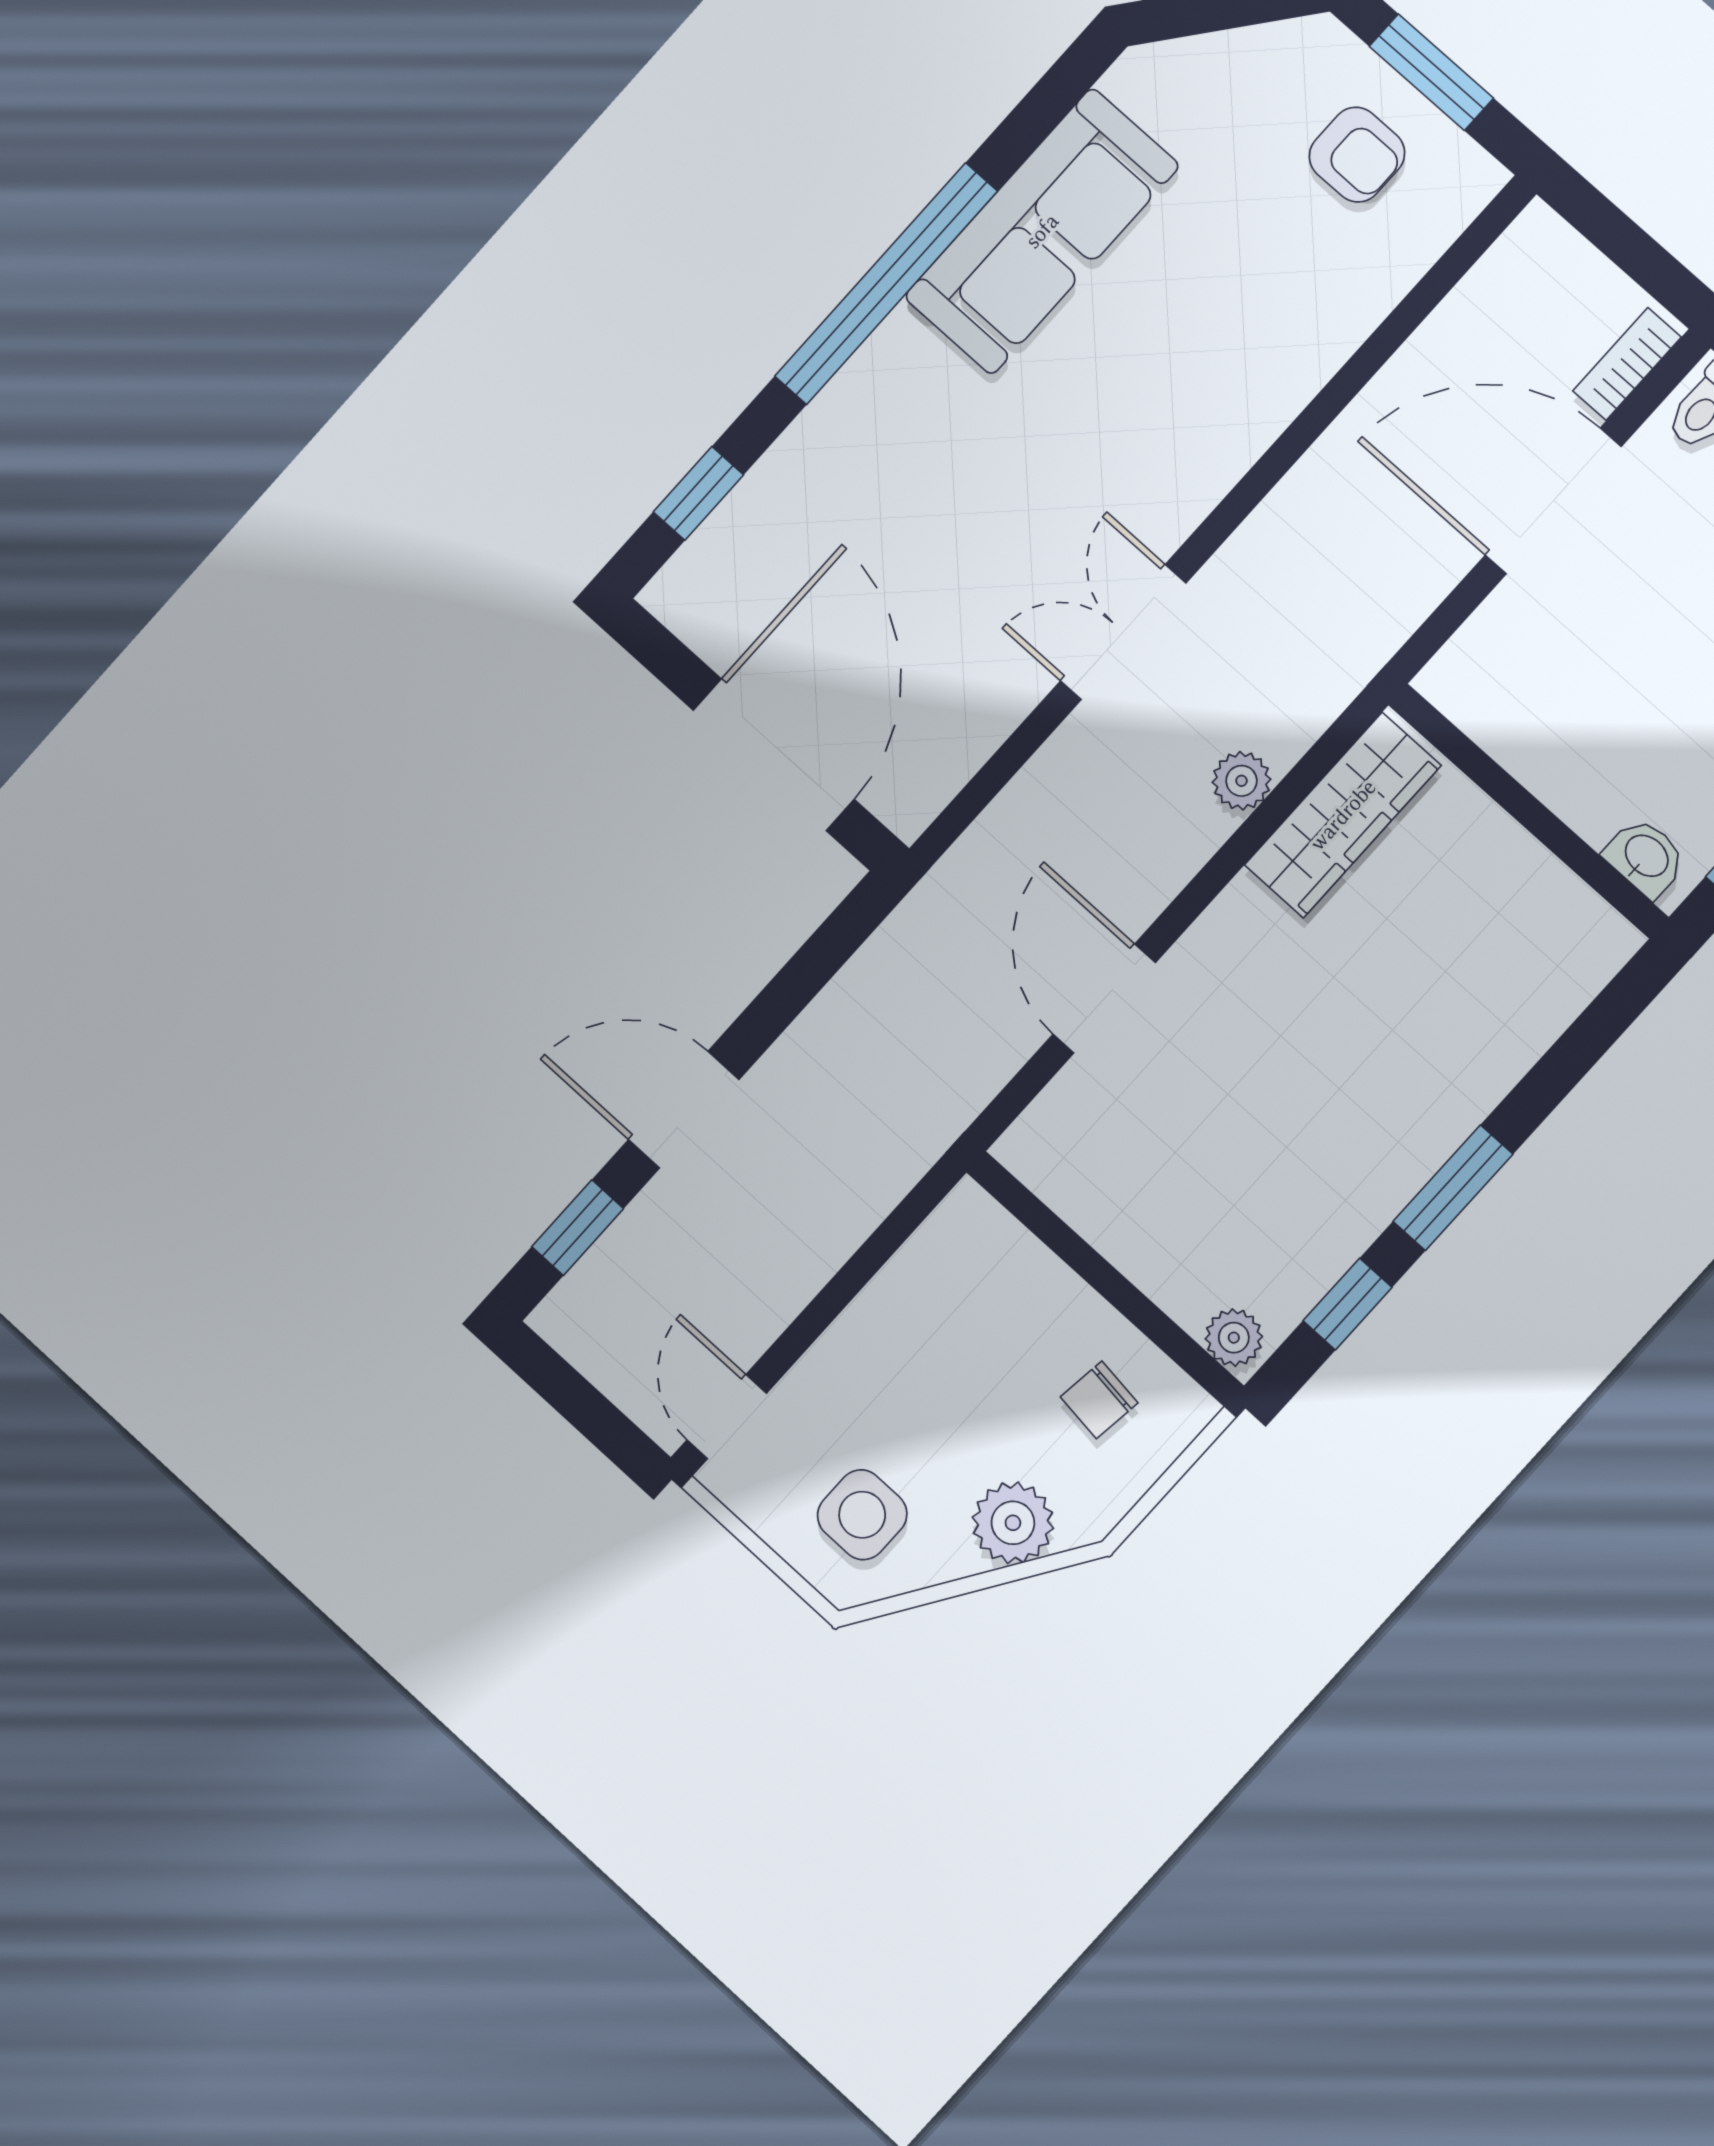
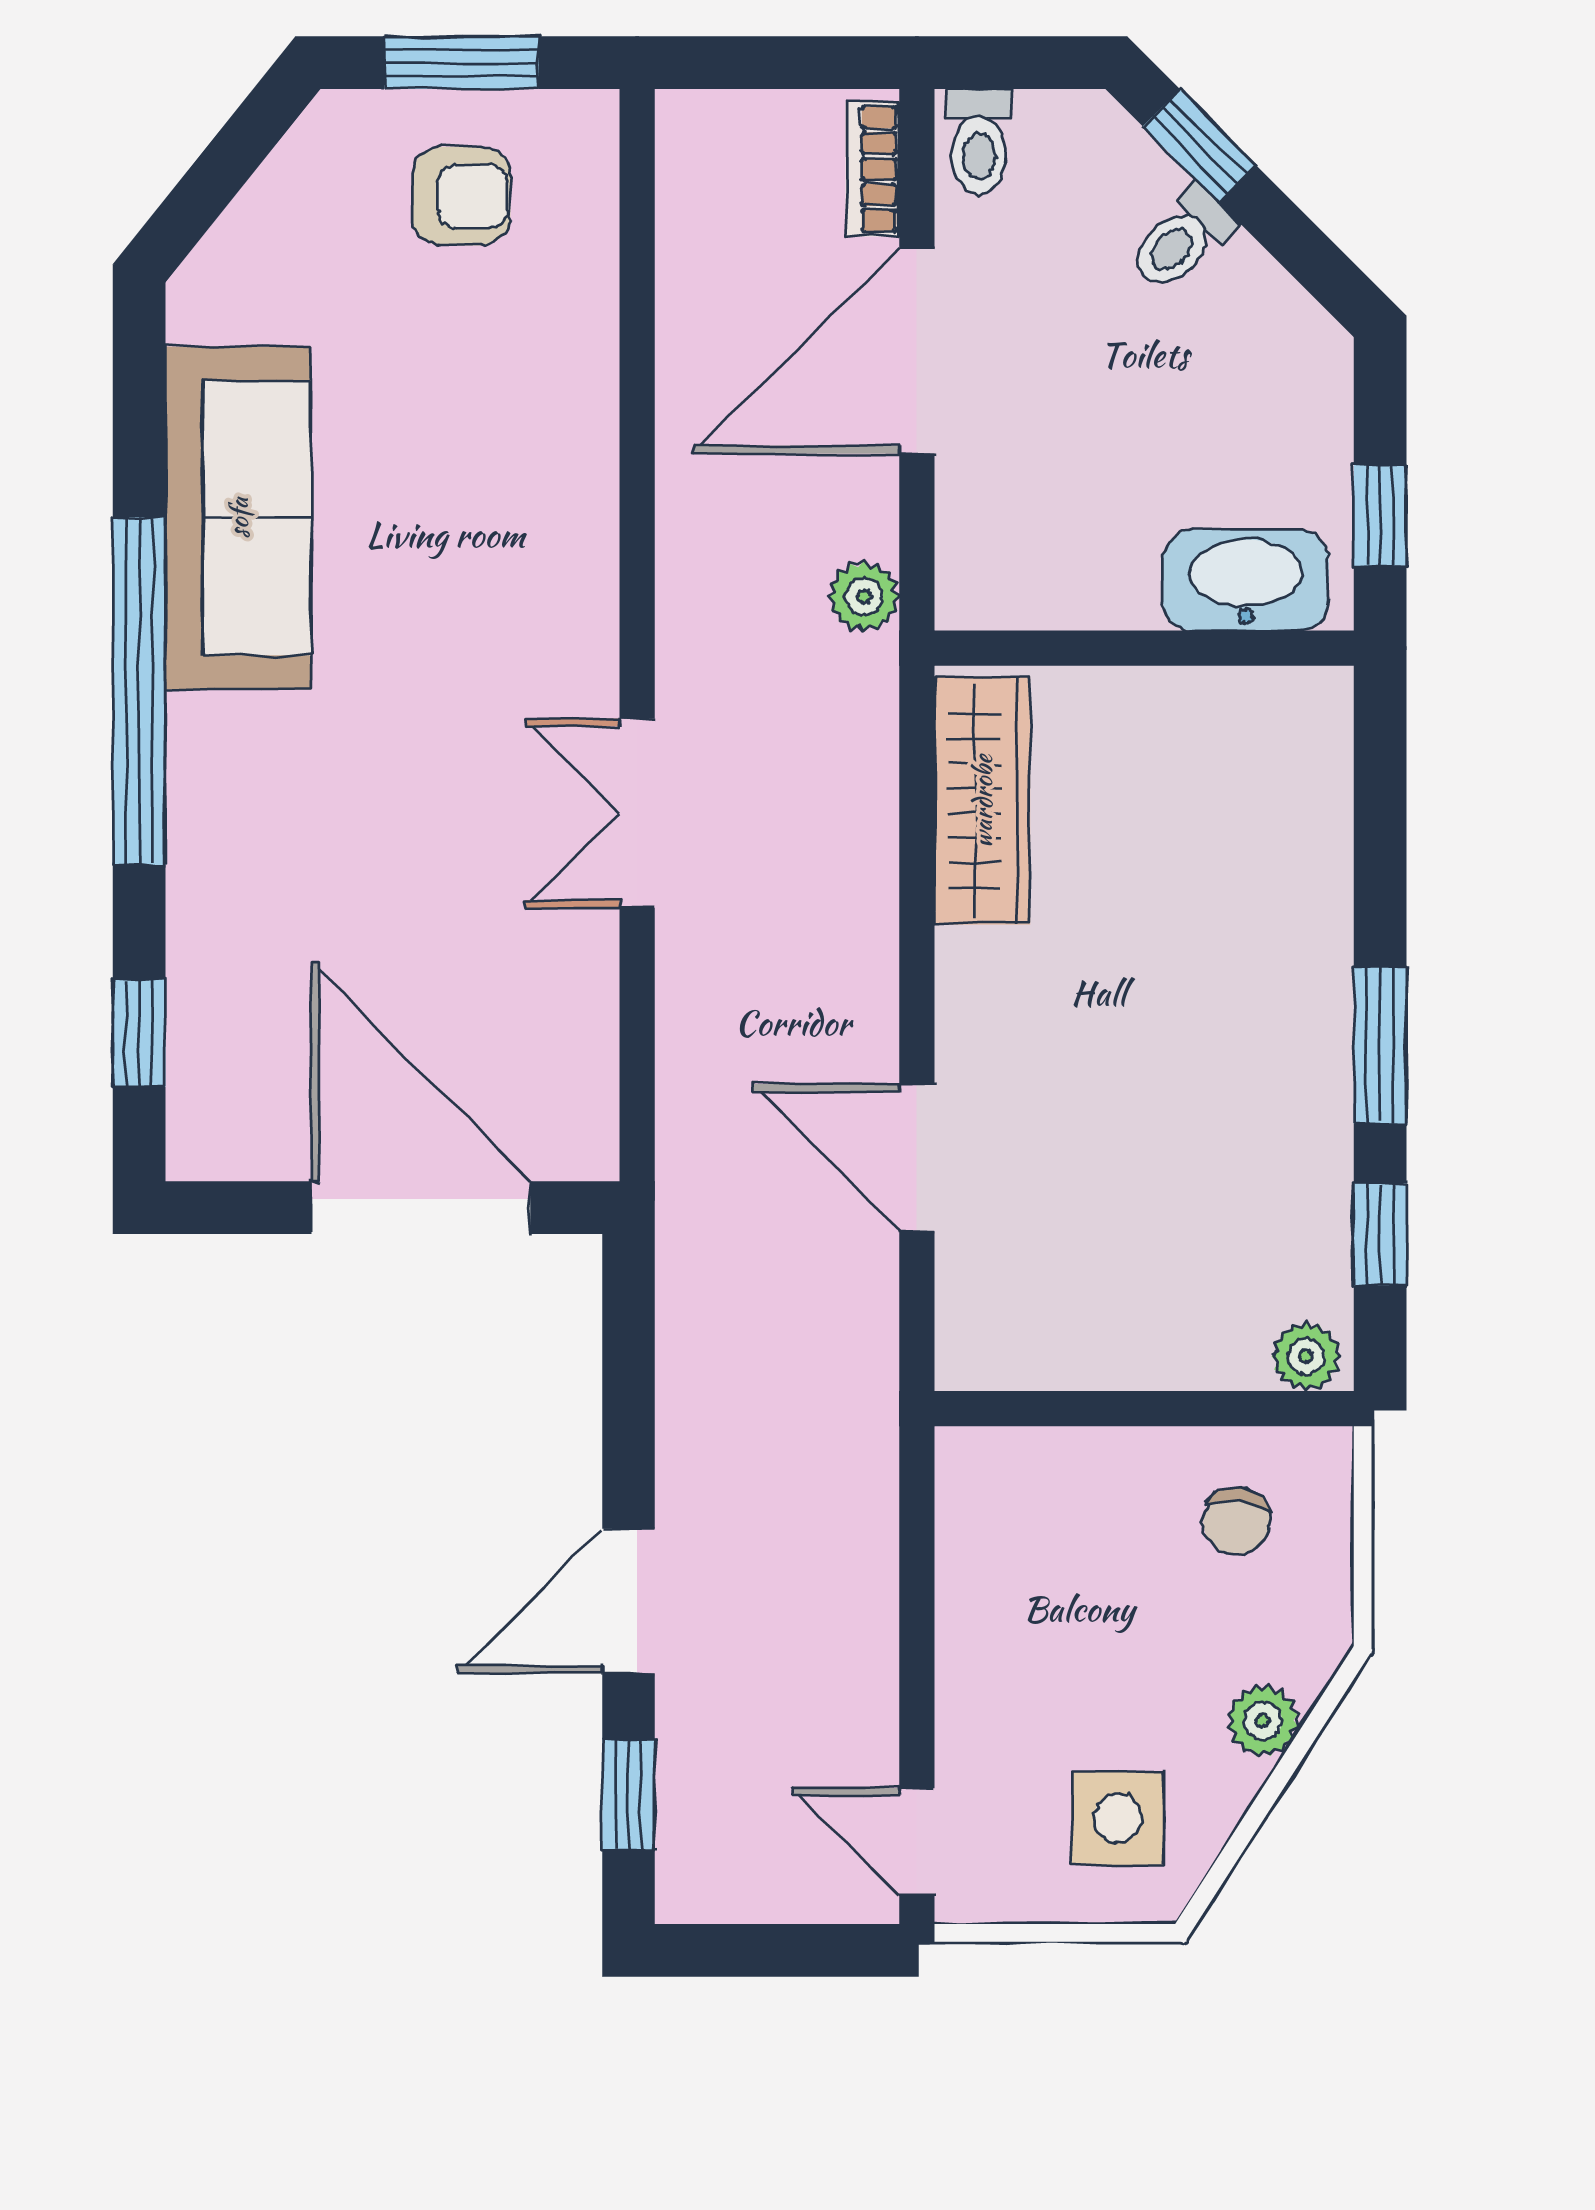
plant: (1241, 781) -> (864, 597), moved
washbasin: (1646, 857) -> (1246, 580), width x1.91, depth x1.45
plant: (1013, 1523) -> (1263, 1721), width x0.73, depth x0.73

